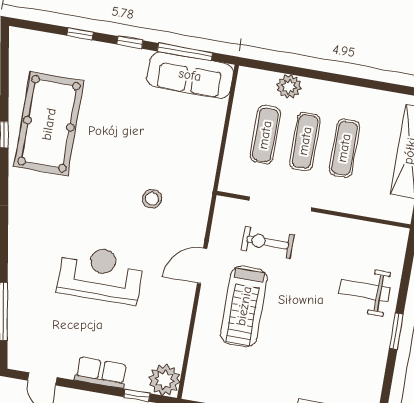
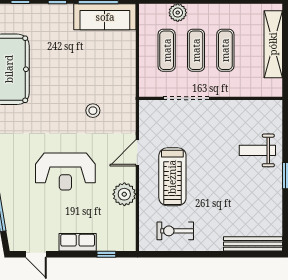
exercise bike: (268, 242) -> (175, 231), moved
reception desk: (101, 274) -> (65, 172), turned 180
plant: (164, 380) -> (124, 194), moved

